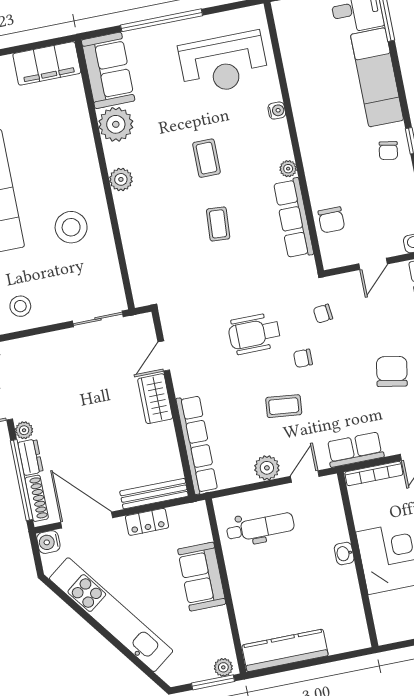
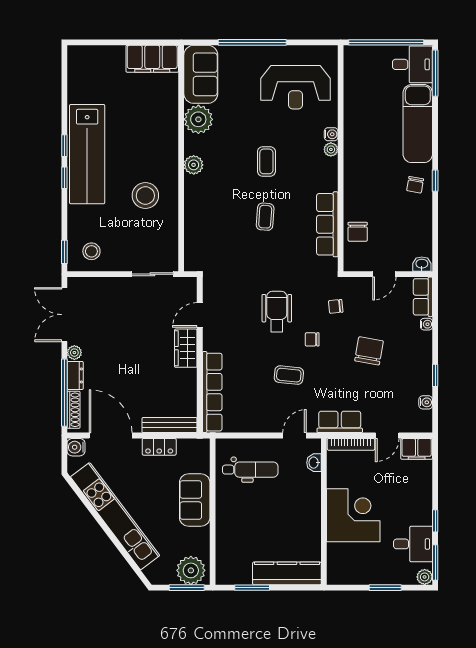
plant: (288, 169) -> (331, 149), moved
wheelchair: (254, 334) -> (277, 311), turned 90
chair: (392, 371) -> (369, 351), moved
plant: (267, 468) -> (265, 422), removed
washbasin: (344, 553) -> (314, 463), moved
kitchen counter: (285, 650) -> (287, 573), moved
plant: (223, 667) -> (191, 570), width x1.88, depth x1.88
window: (290, 667) -> (252, 588), added

